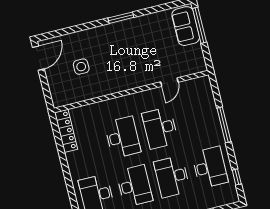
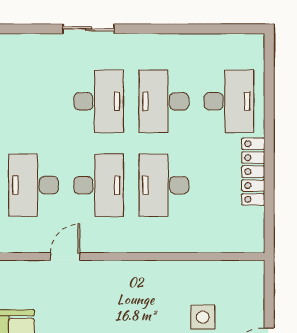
locker: (66, 131) -> (253, 172), moved
desk: (210, 167) -> (34, 185), moved

